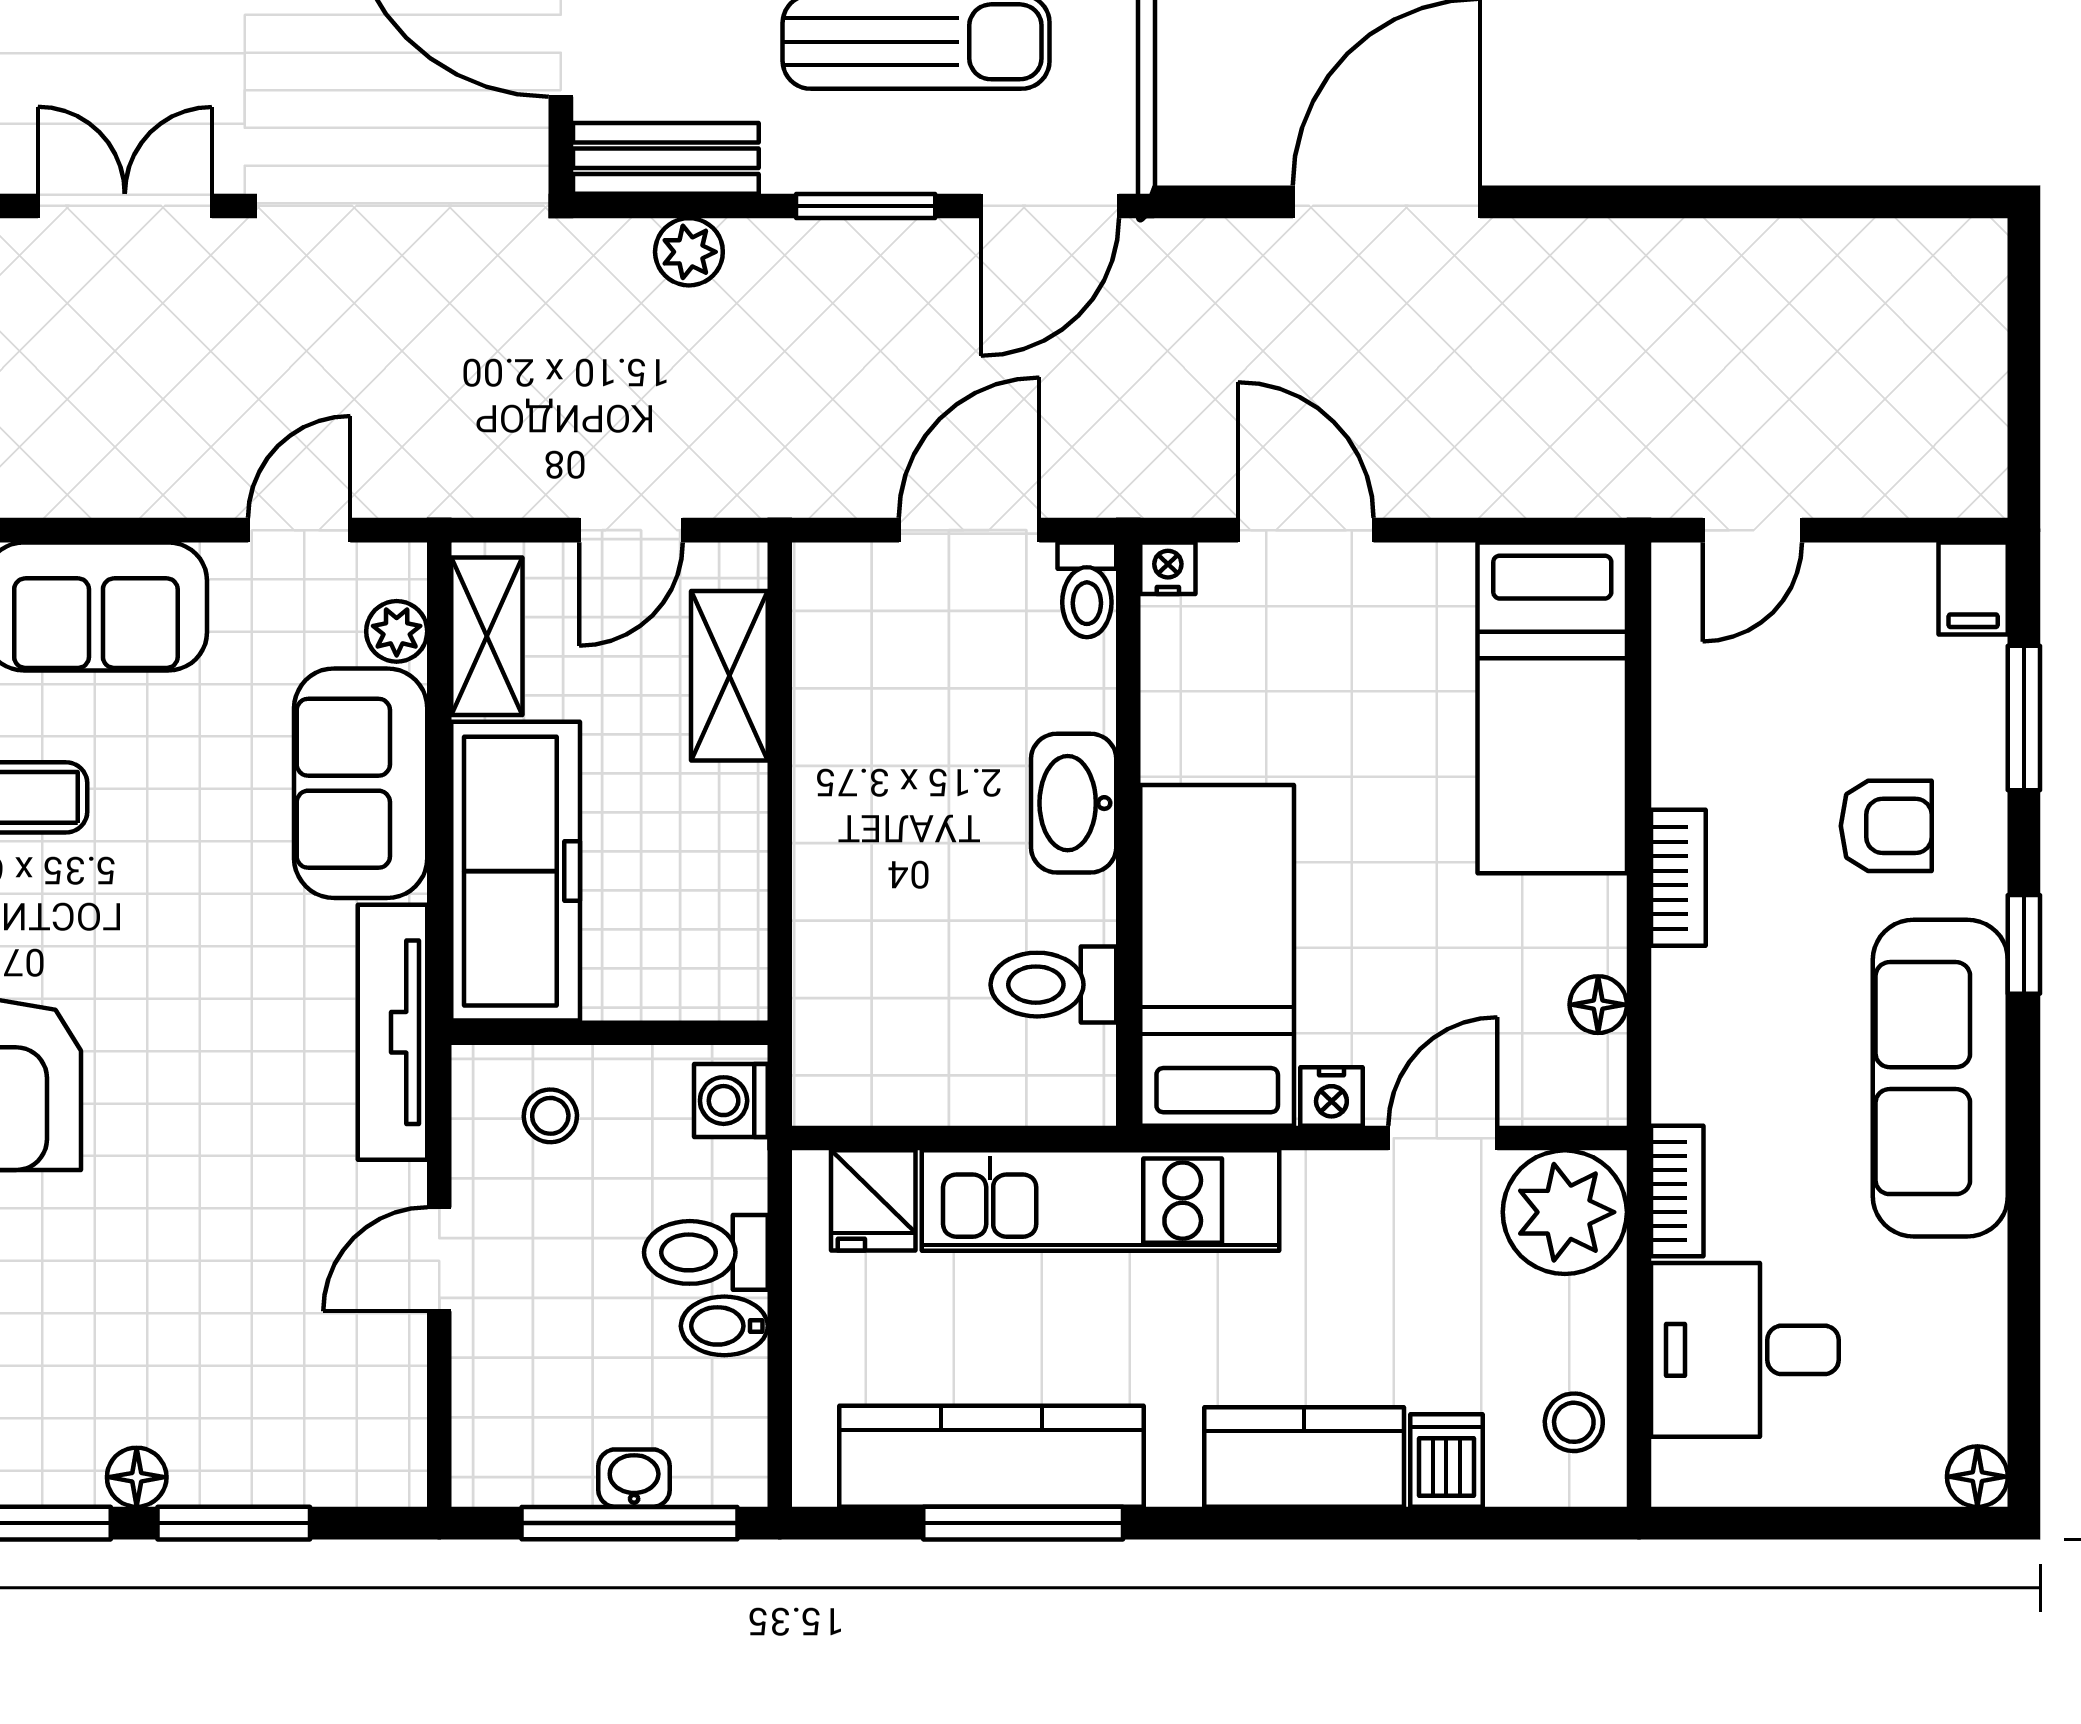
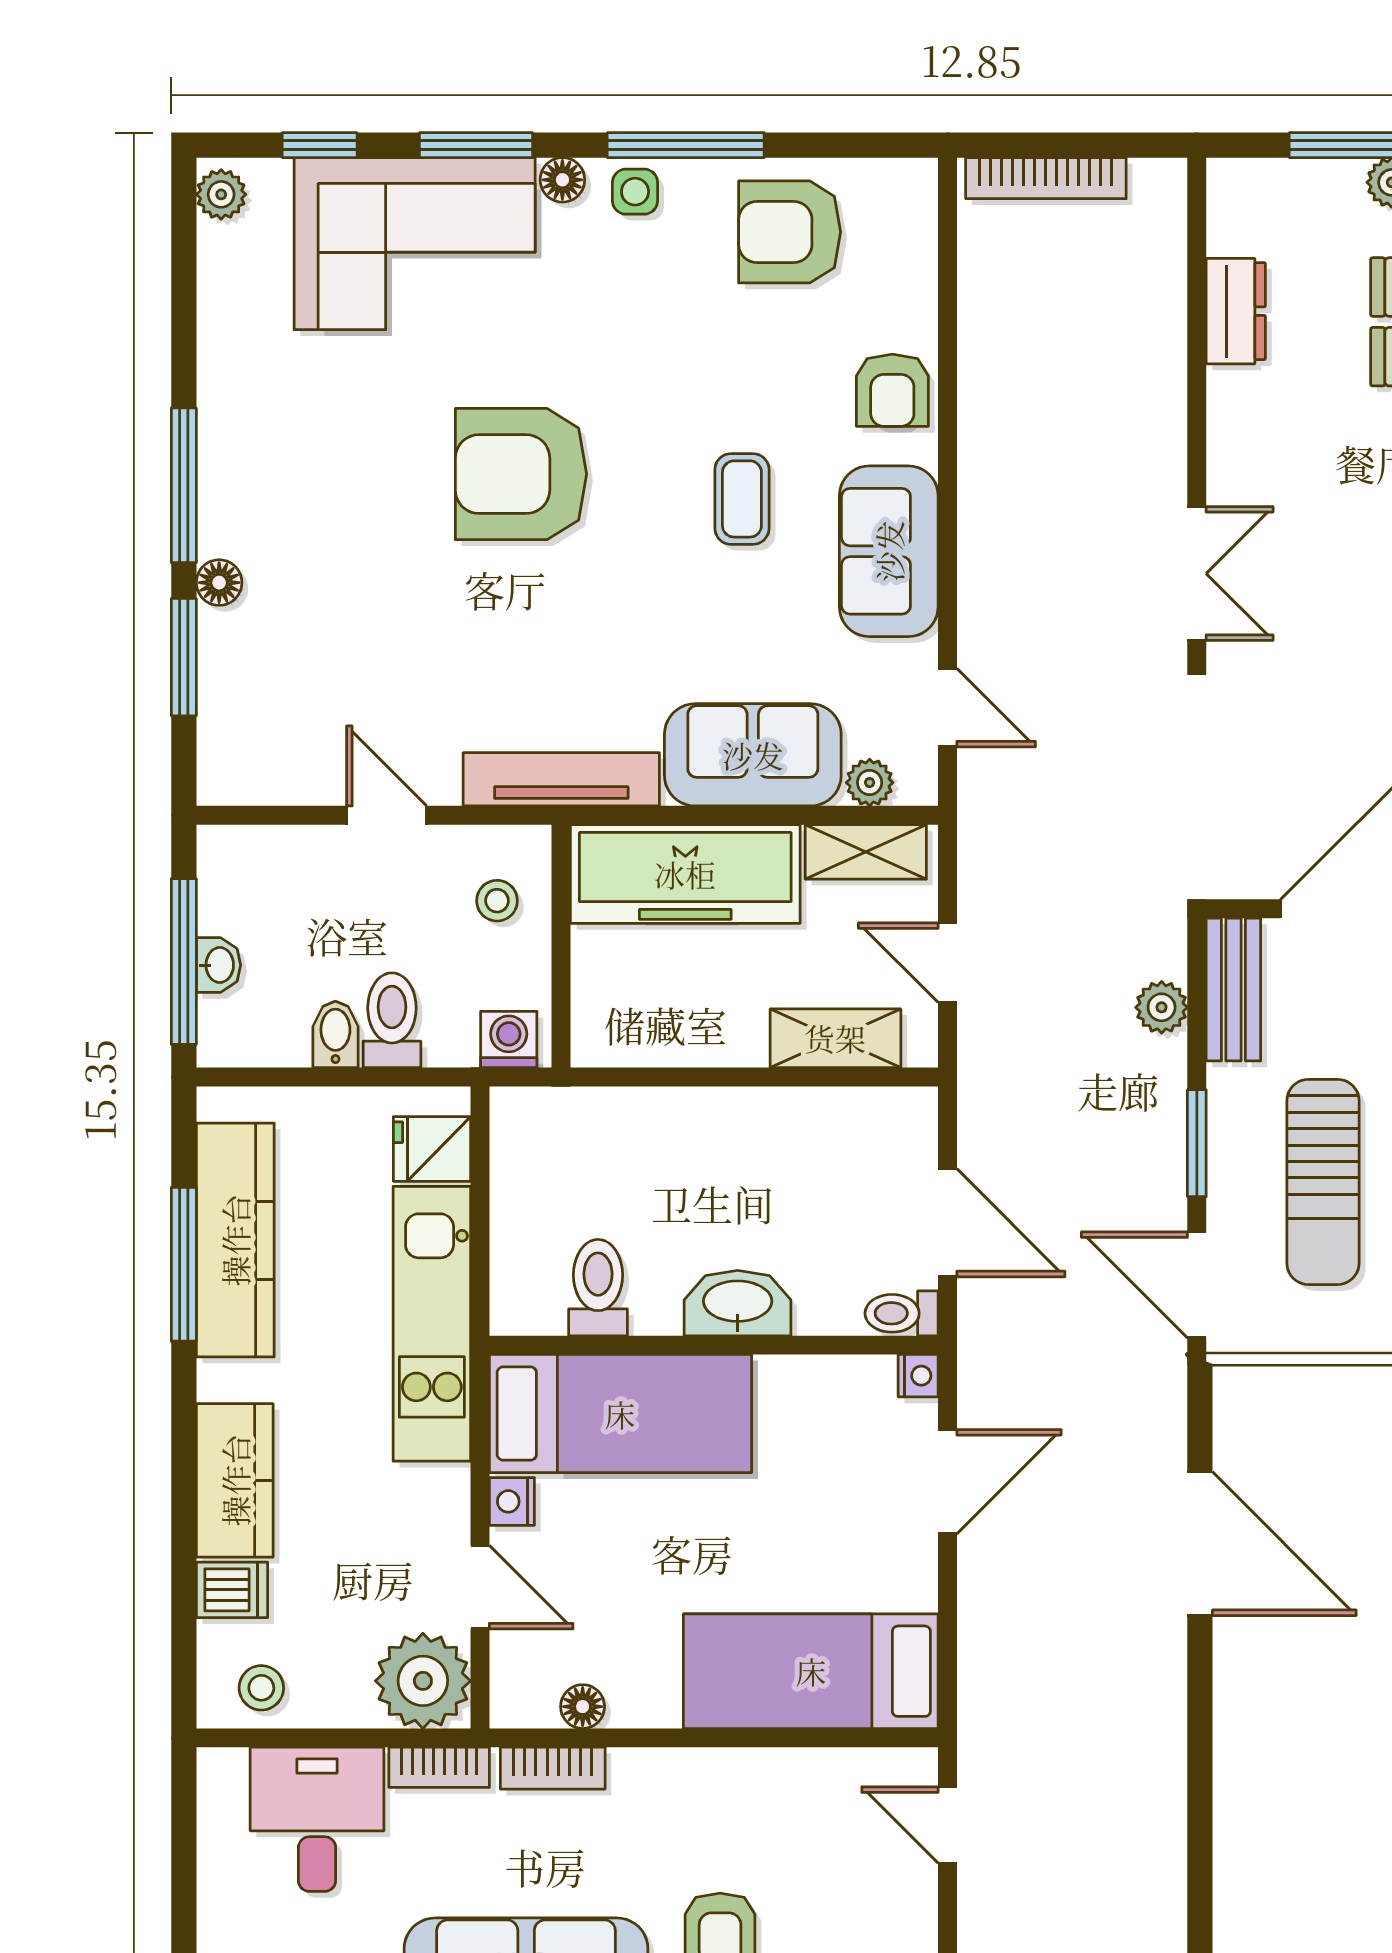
bookcase: (1678, 878) -> (553, 1768), moved

